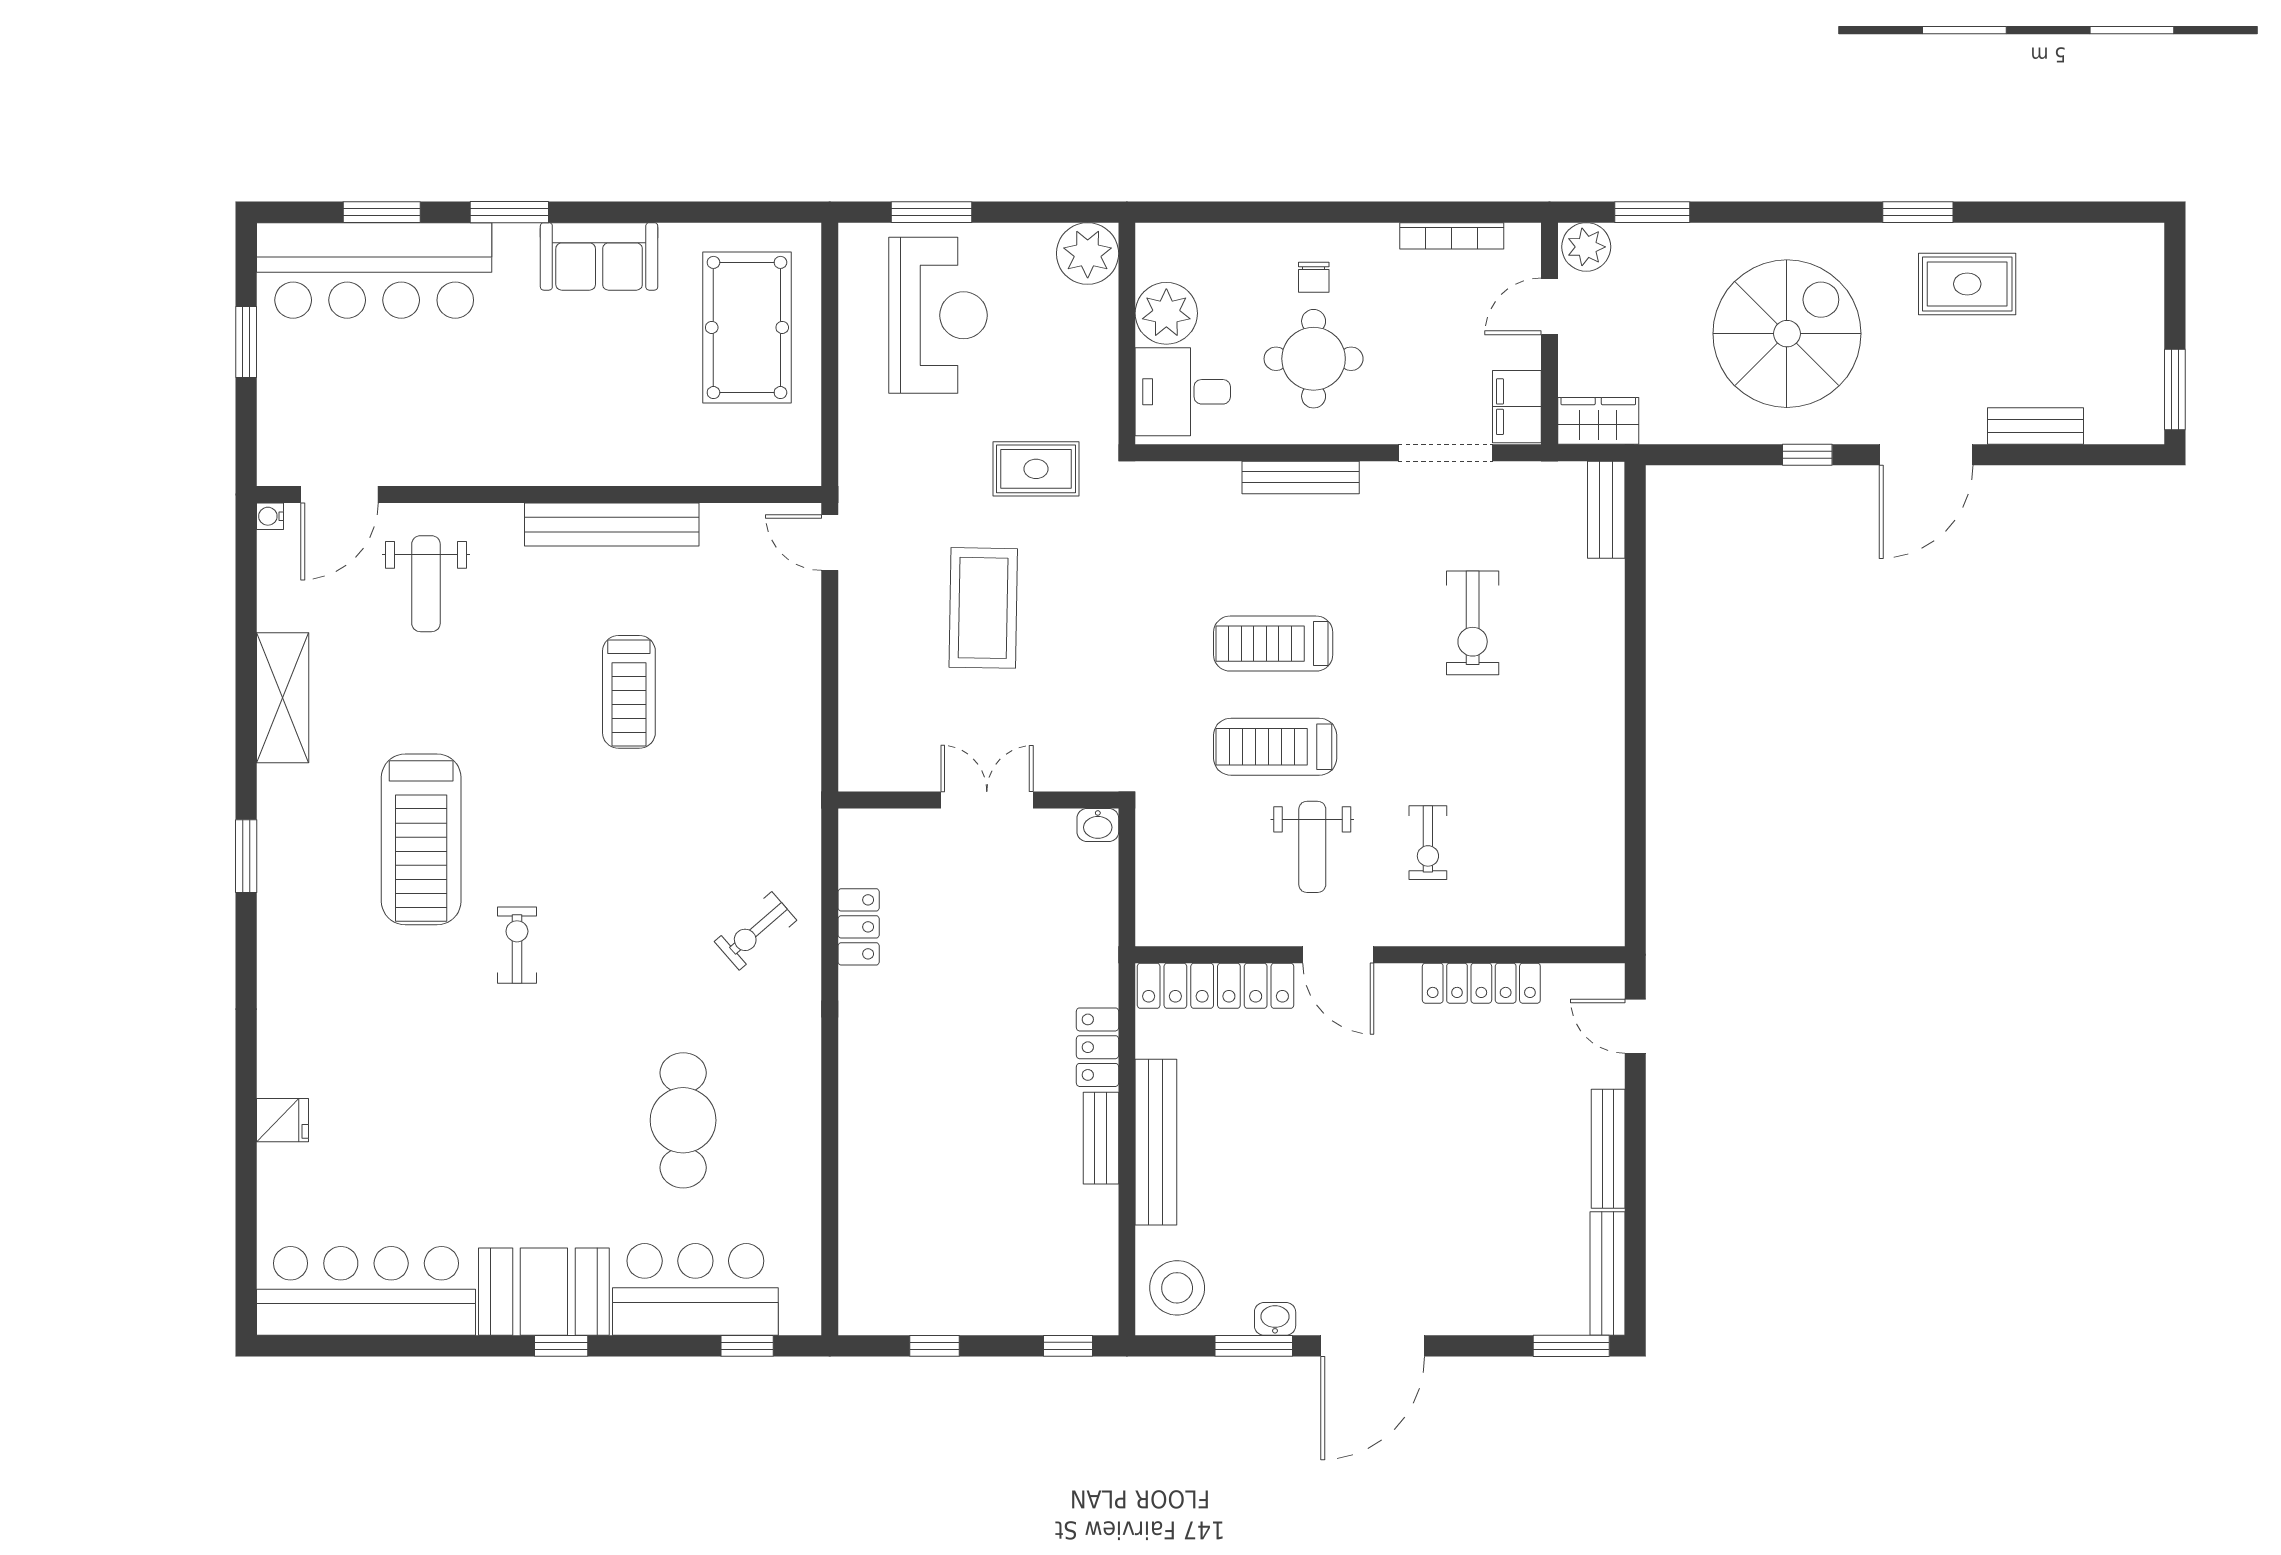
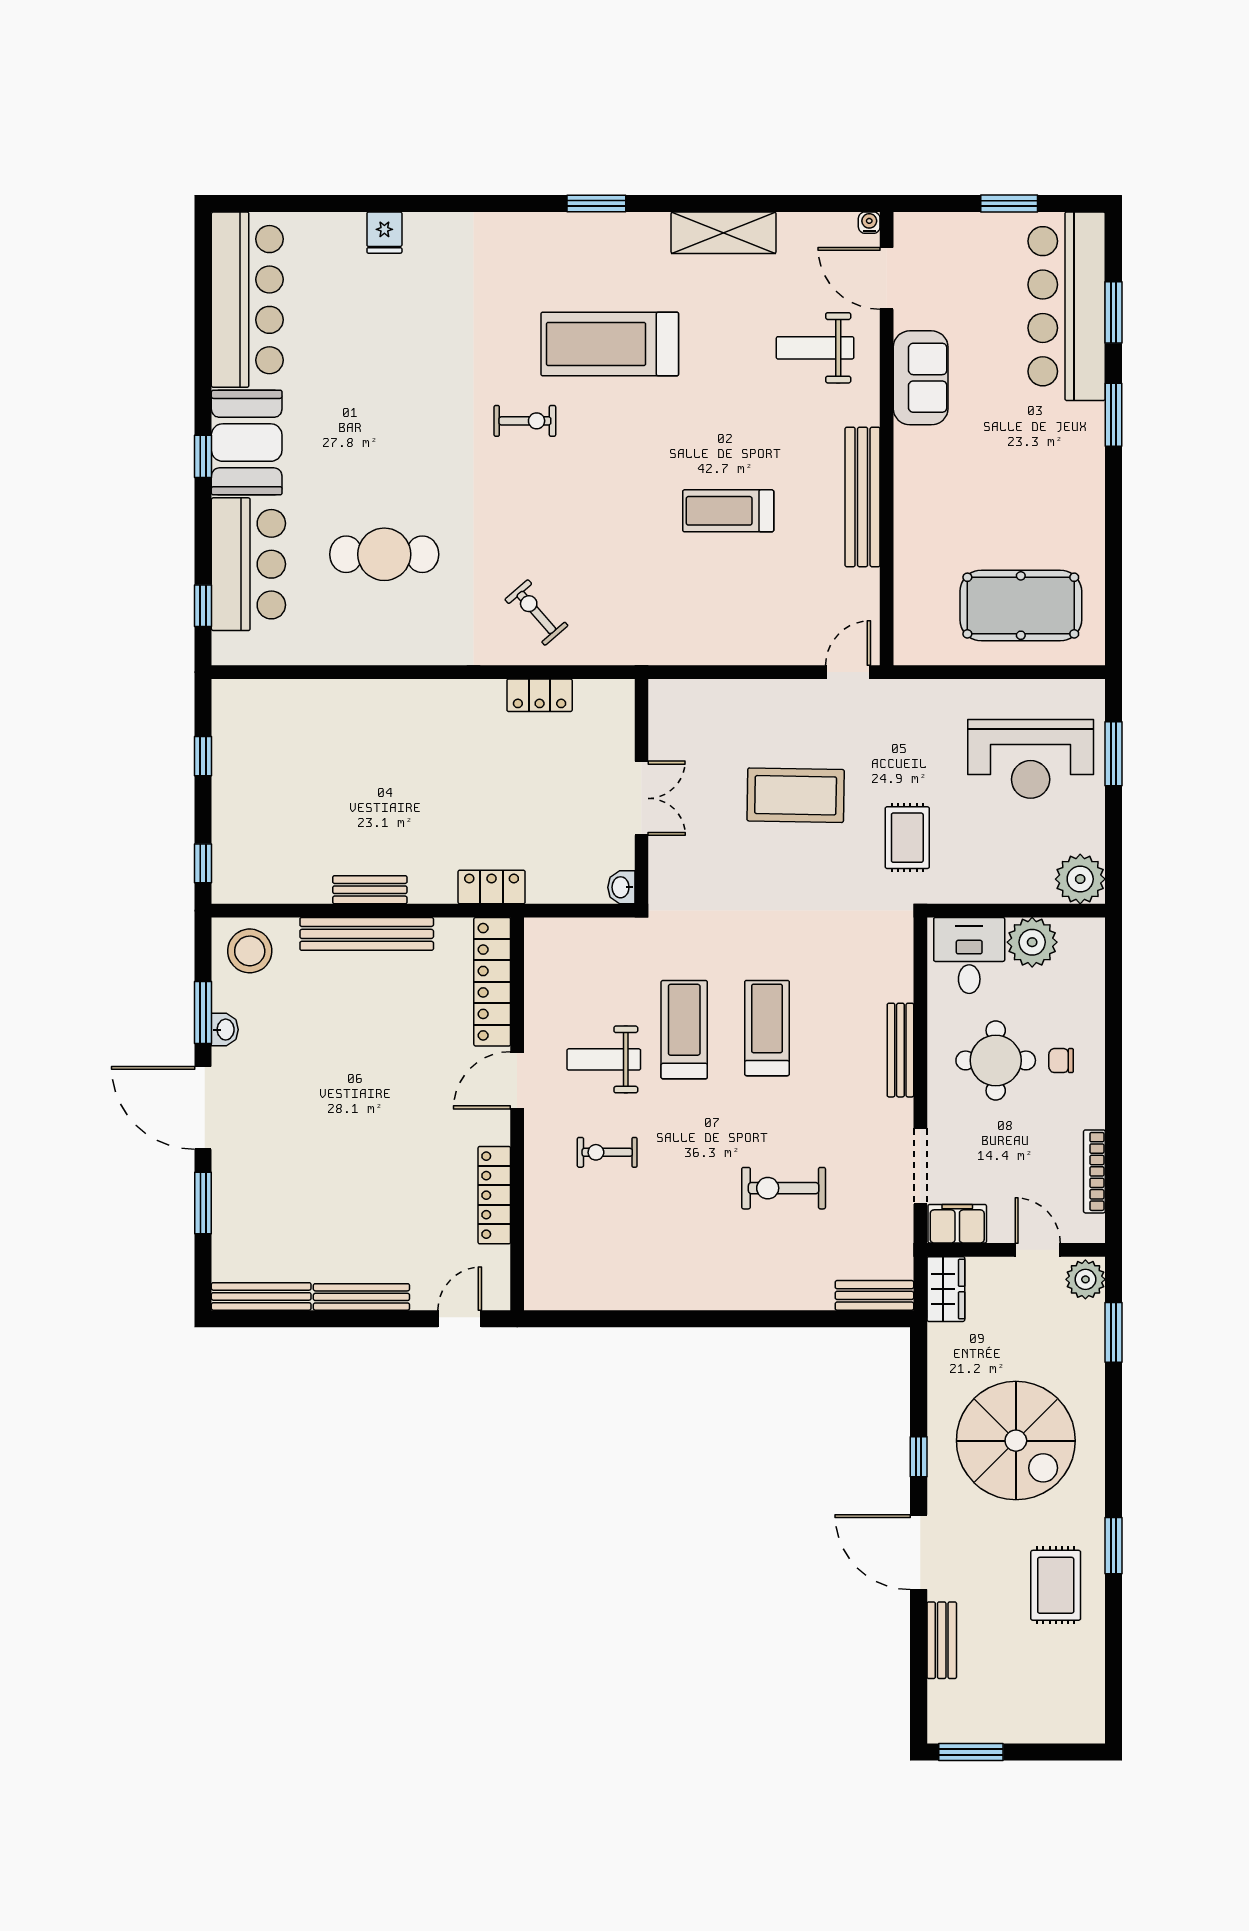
sofa: (599, 256) -> (921, 378), moved, turned 180
locker: (1097, 1047) -> (492, 887), moved
window: (1571, 1346) -> (203, 1203), moved

